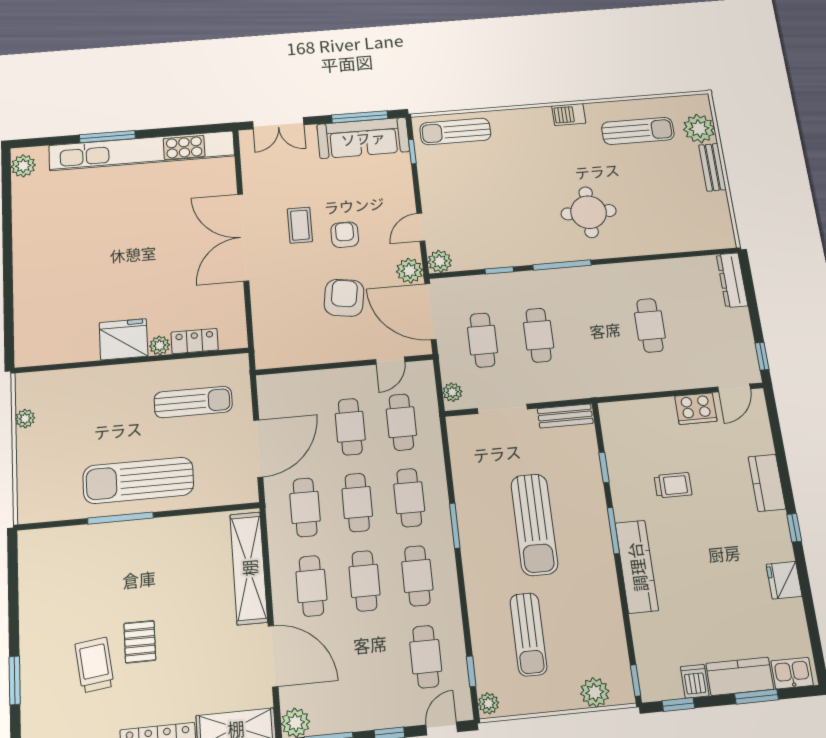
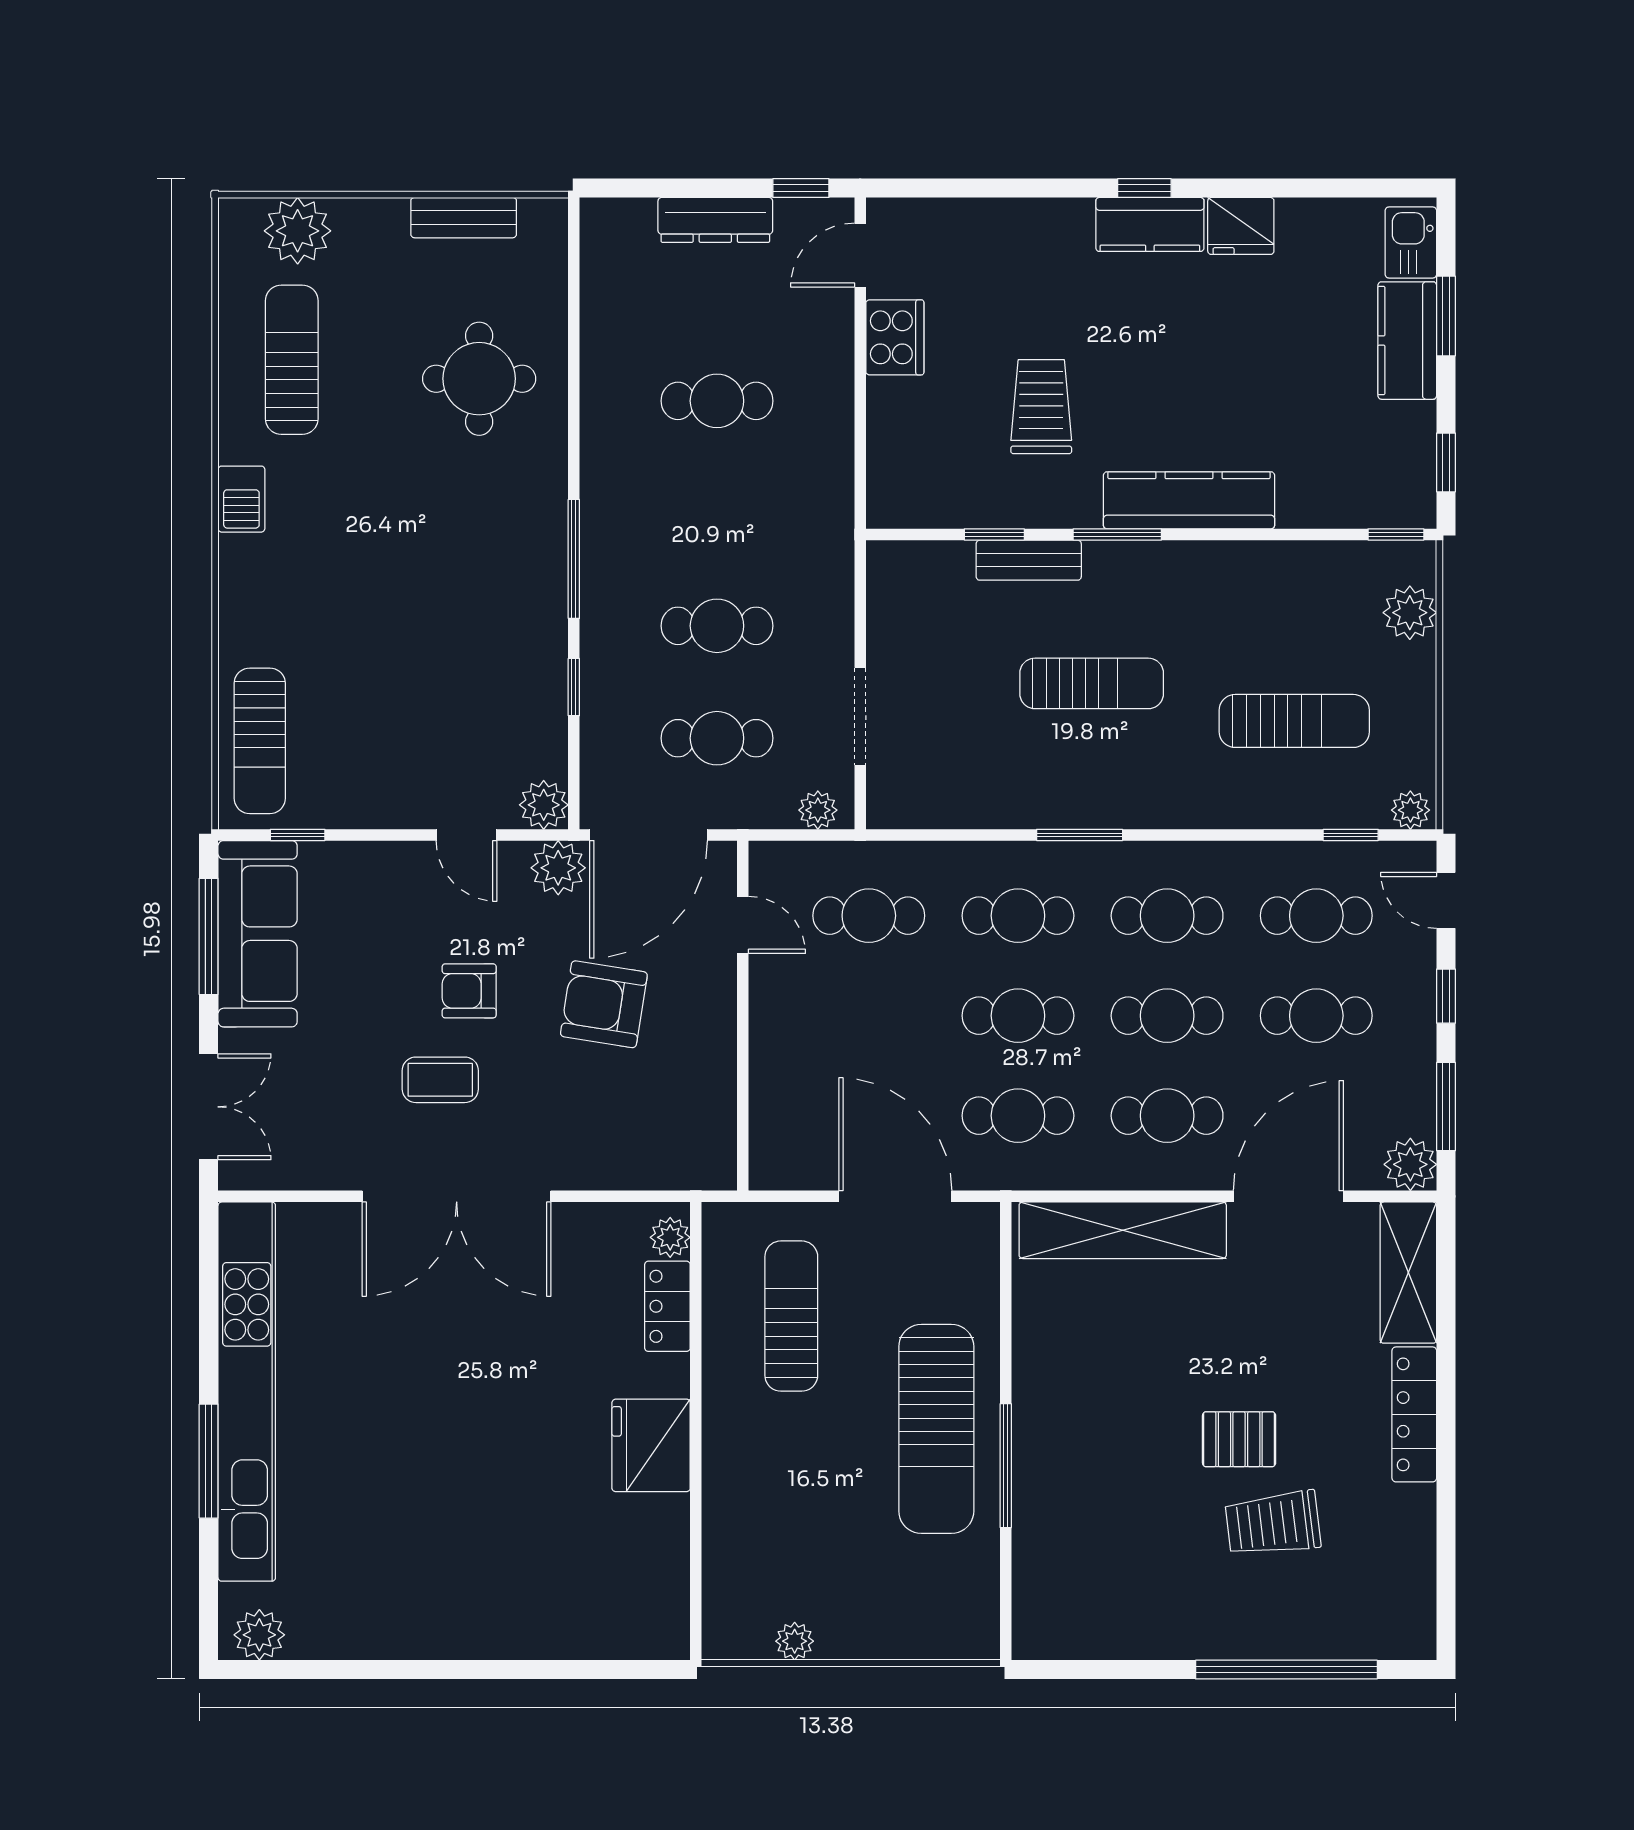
bench: (712, 167) -> (464, 218), moved
round table: (589, 212) -> (479, 379), moved
dresser: (732, 280) -> (715, 220), moved
plant: (160, 345) -> (670, 1237), moved
door: (734, 388) -> (860, 255), swing flipped
bench: (565, 416) -> (1029, 560), moved, turned 90
cafe table: (350, 427) -> (1316, 1016), moved
kitchen counter: (767, 483) -> (1150, 224), moved
trolley: (673, 485) -> (1041, 407), width x1.36, depth x1.39
sun lounger: (534, 525) -> (1092, 683), width x0.73, depth x0.75
window: (15, 680) -> (1286, 1670), width x2.11
dishwasher: (695, 681) -> (1408, 425), removed

